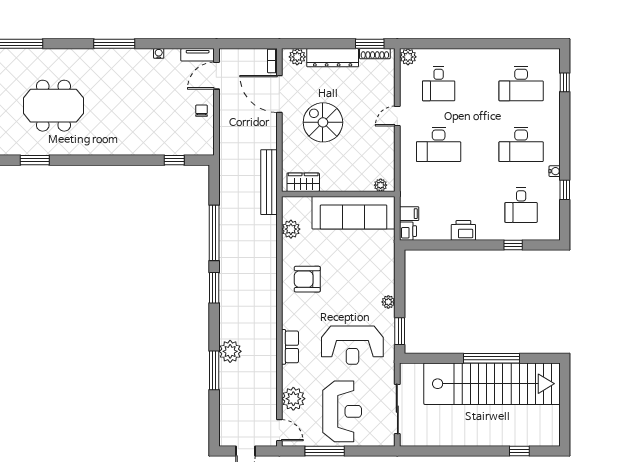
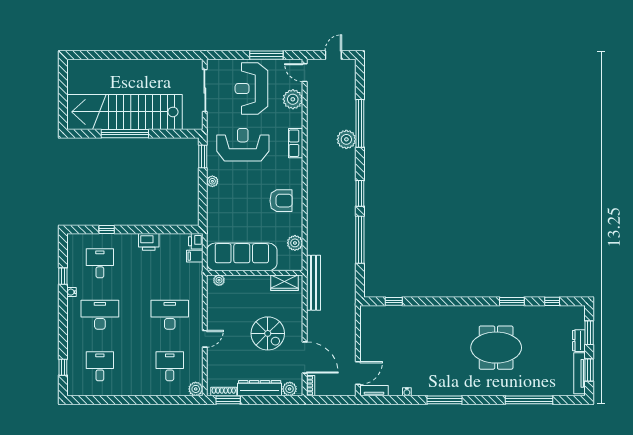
desk: (521, 84) -> (100, 366), width x0.73
chair: (202, 111) -> (371, 343), removed
window: (214, 370) -> (360, 123), width x1.46
window: (519, 451) -> (101, 55), removed

